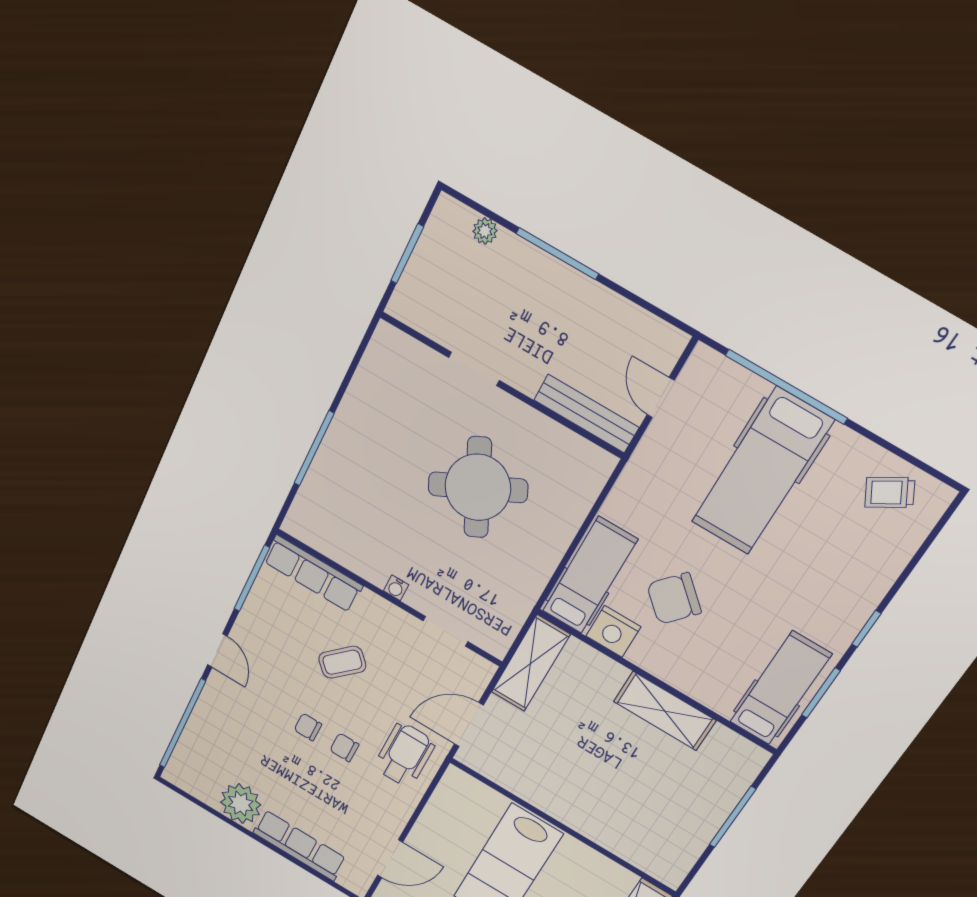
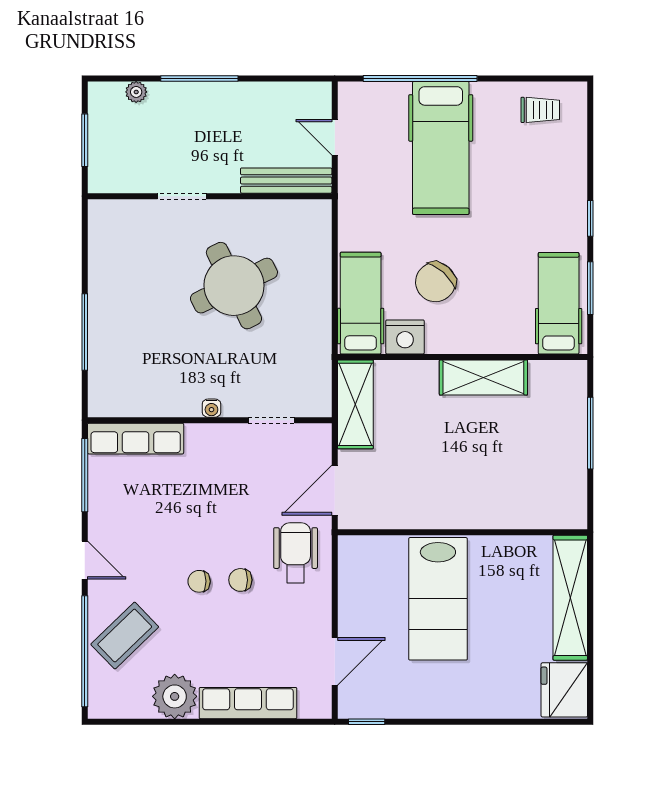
trolley: (890, 492) -> (540, 110), turned -150
coffee table: (342, 662) -> (125, 636), moved, width x1.36, depth x1.30

